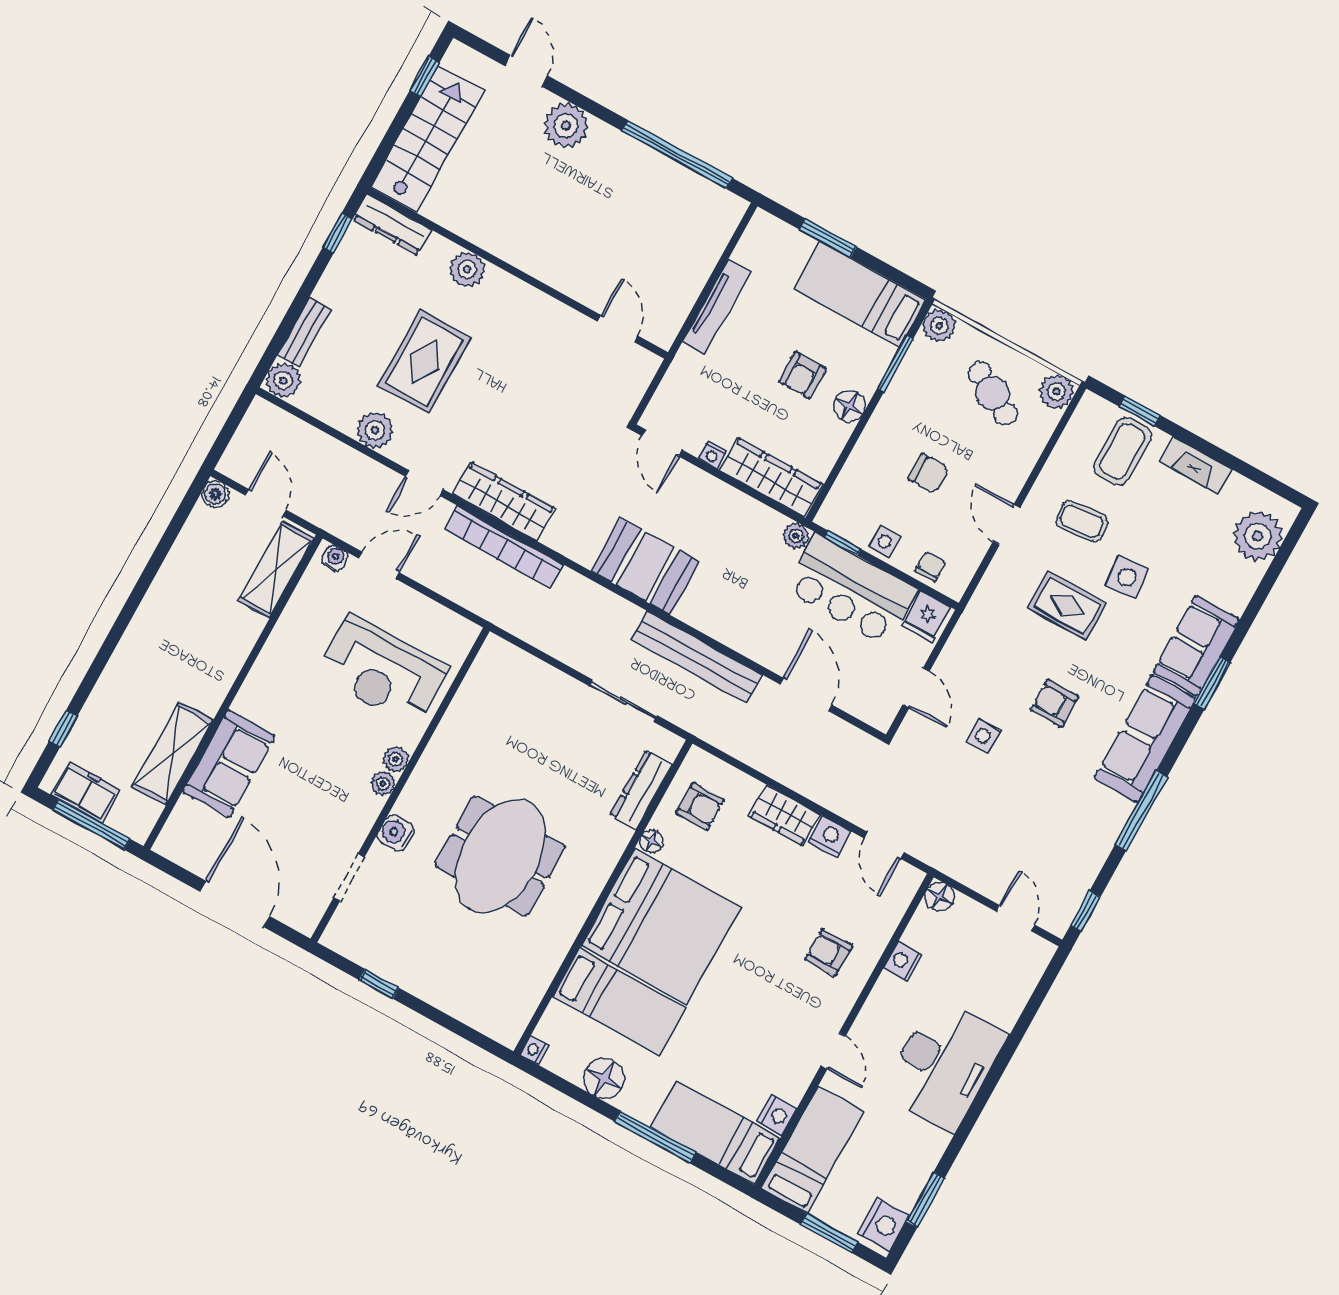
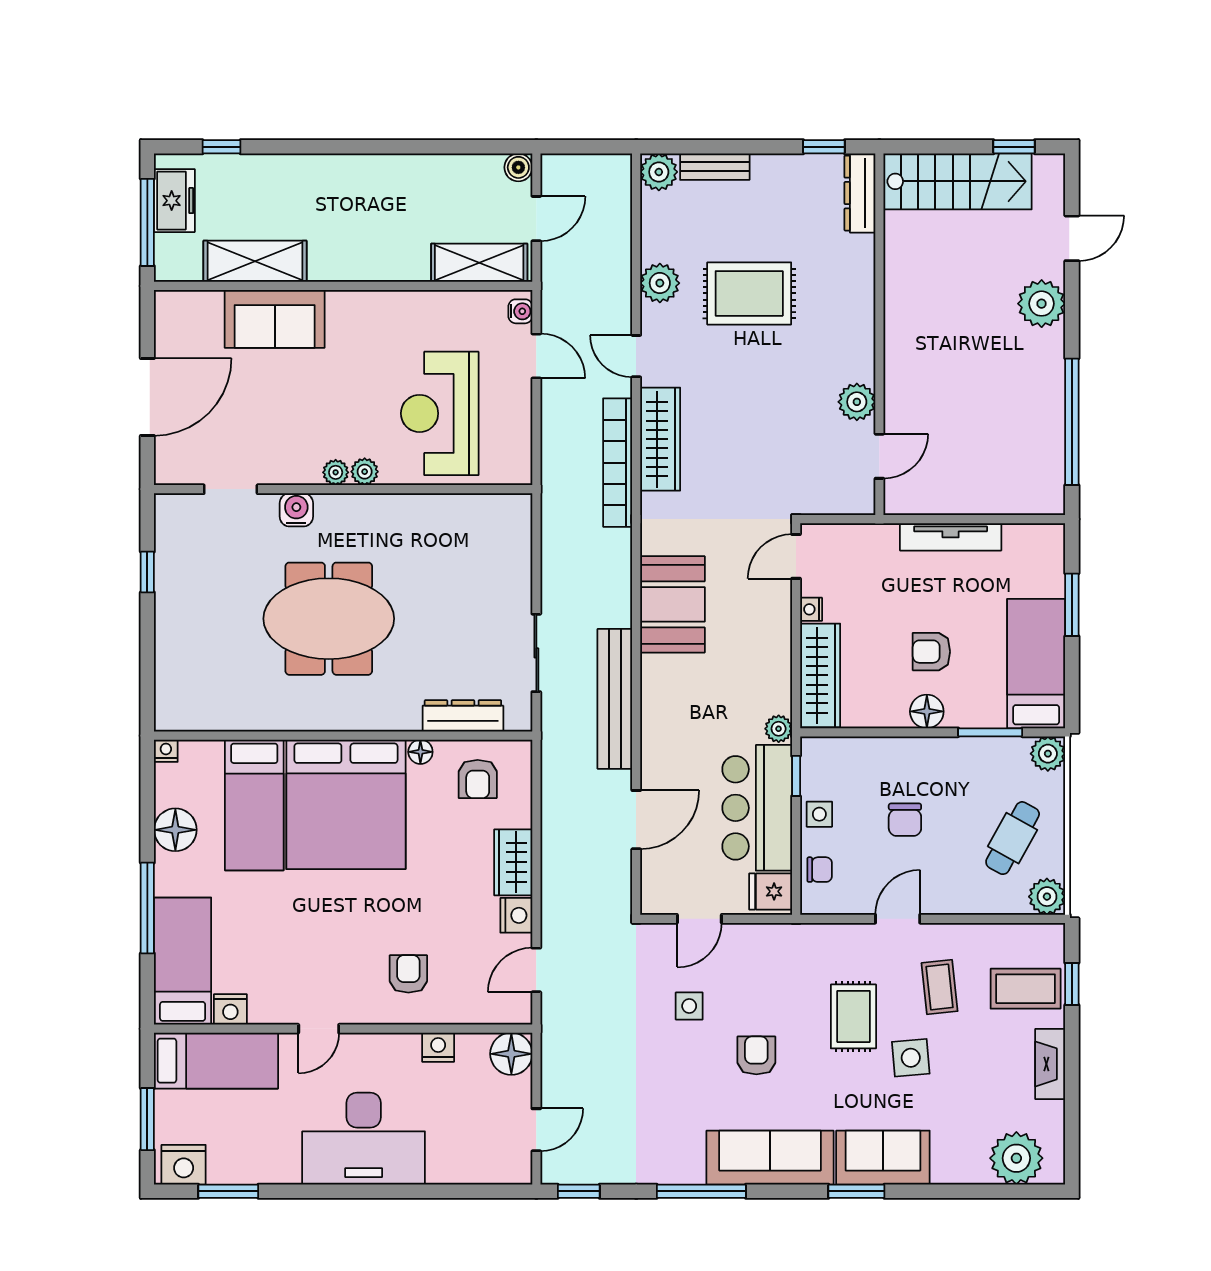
plant: (467, 269) -> (857, 402), moved
floor lamp: (939, 897) -> (511, 1054), width x1.38, depth x1.38

